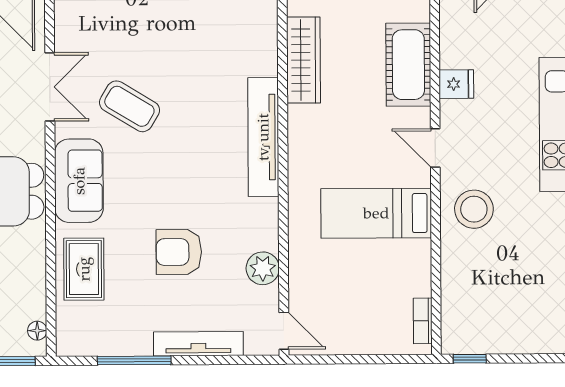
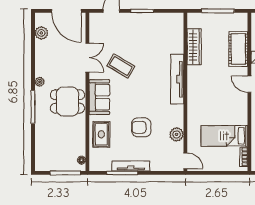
bed: (376, 213) -> (224, 136), moved
tv unit: (198, 344) -> (131, 166), moved

